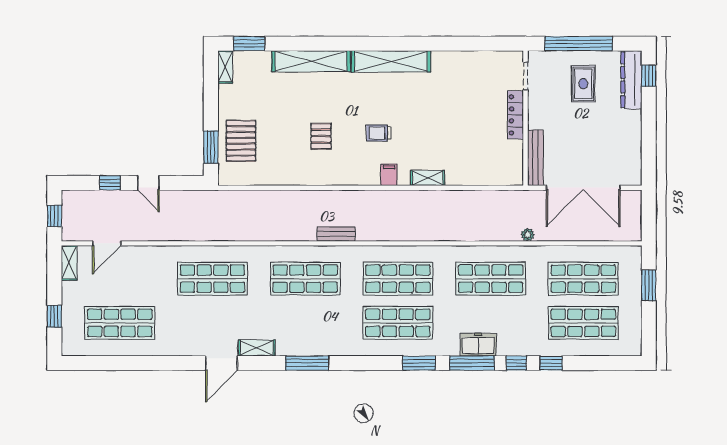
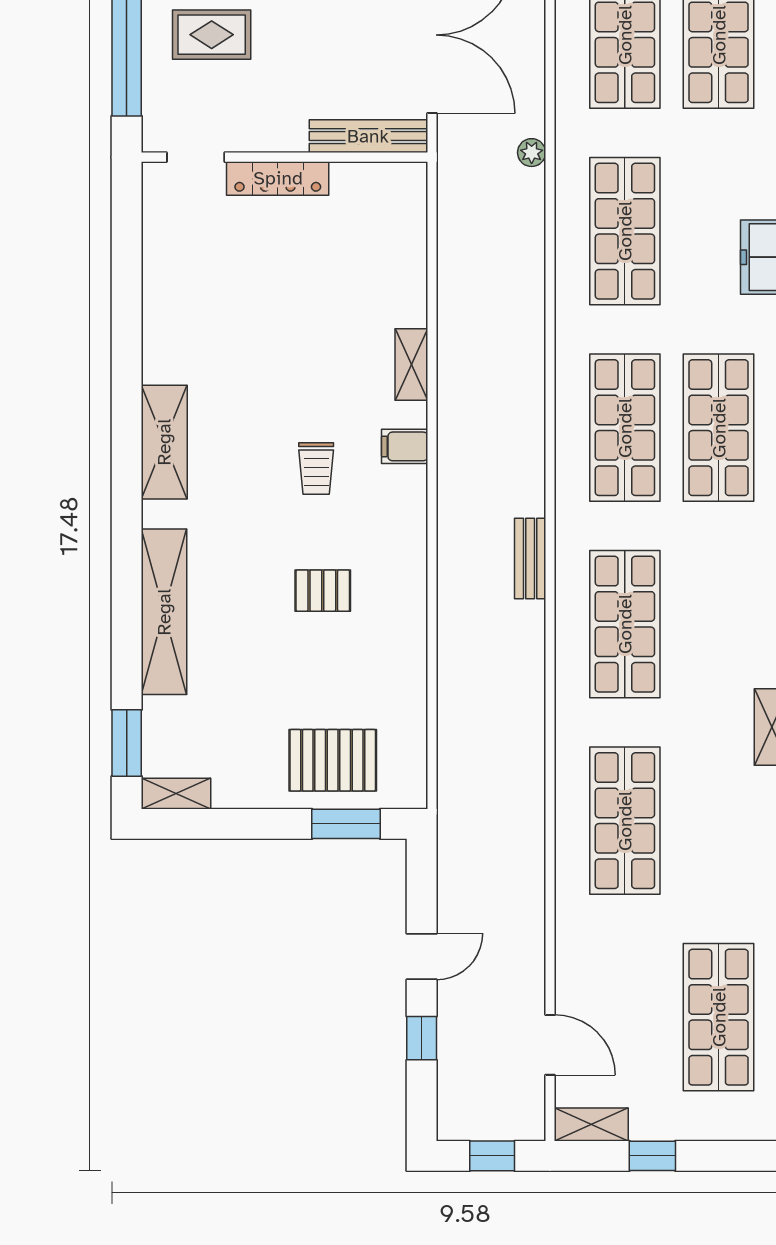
shelving: (391, 61) -> (164, 442), width x0.68
window: (54, 316) -> (652, 1156), moved

